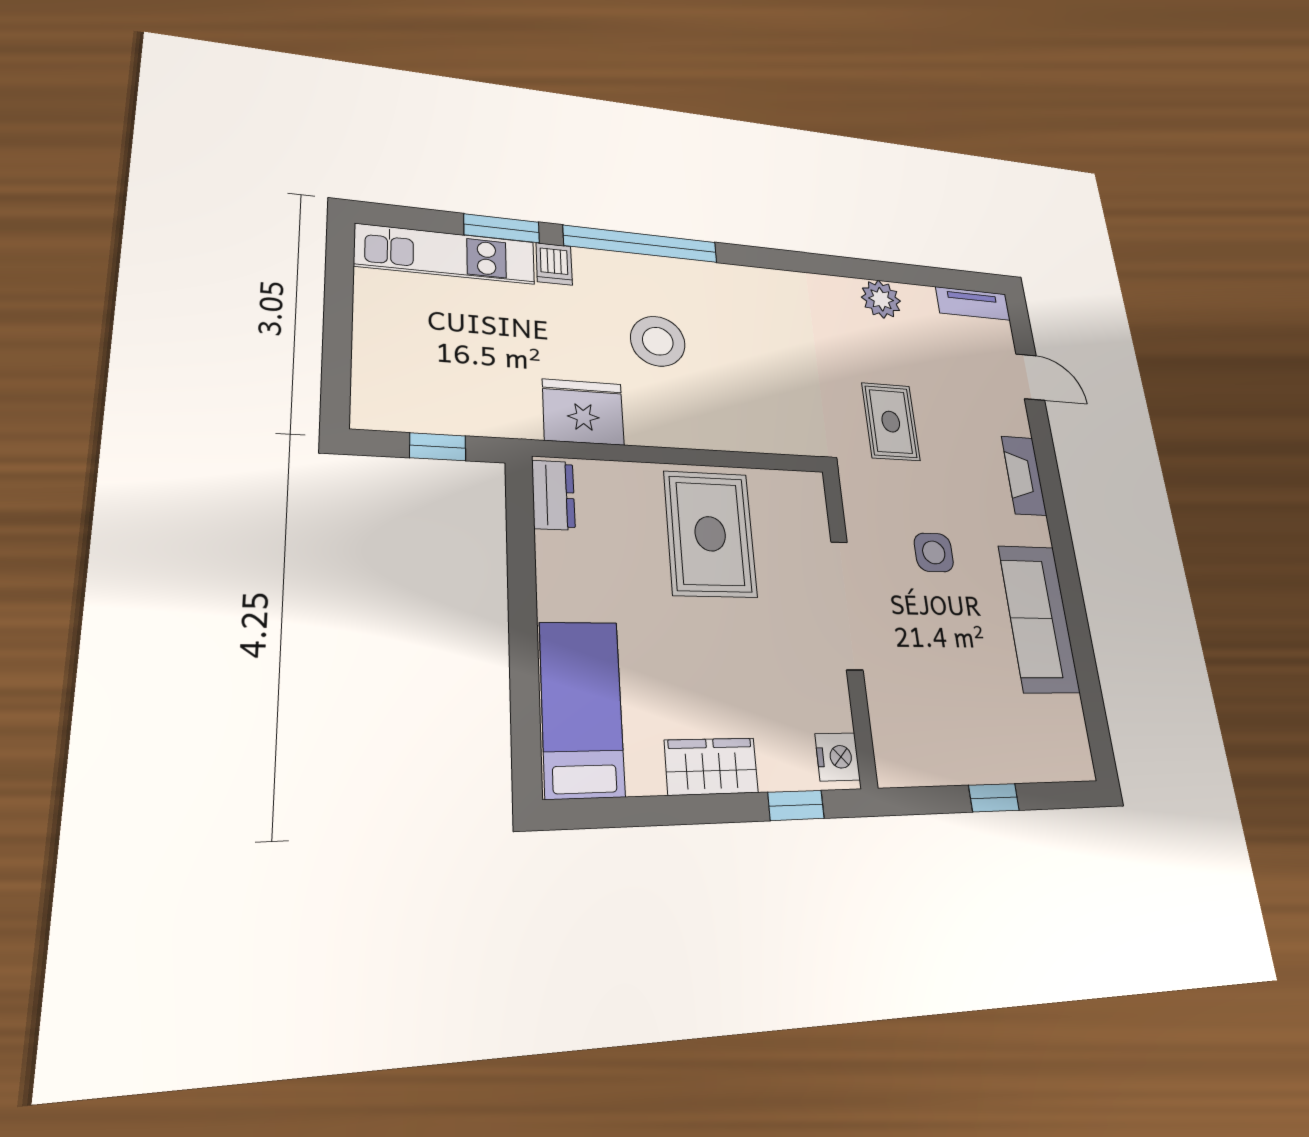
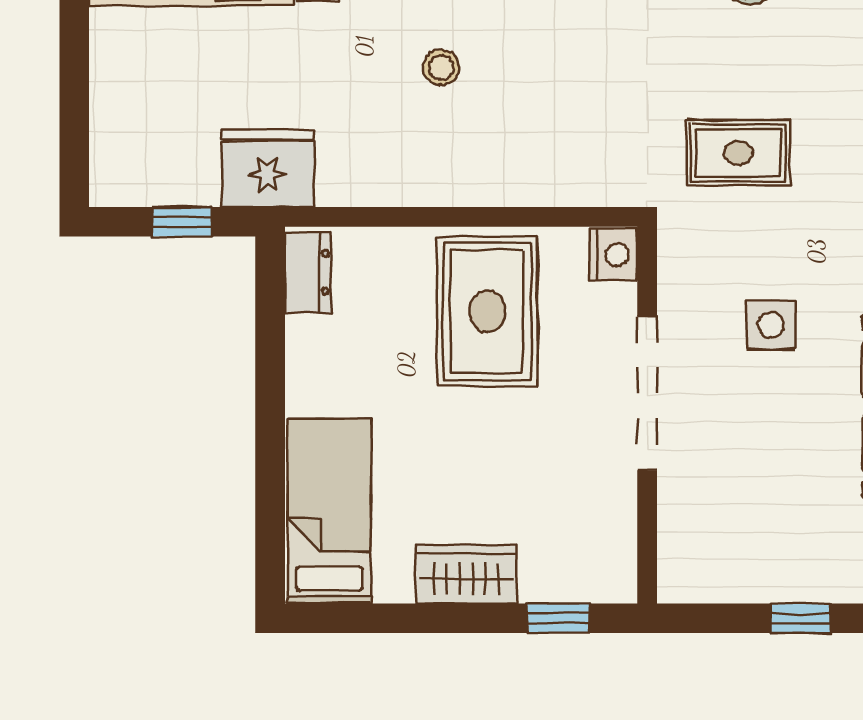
stool: (658, 341) -> (441, 67), width x0.53, depth x0.53
fridge: (583, 412) -> (268, 168), moved
rug: (891, 422) -> (738, 153), turned 90
nightstand: (838, 757) -> (613, 255), moved

